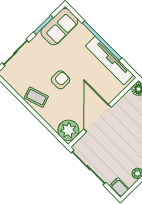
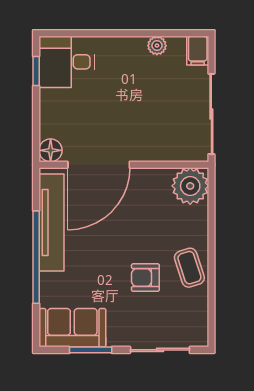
armchair: (60, 80) -> (145, 278), moved
door: (98, 118) -> (99, 165), moved

